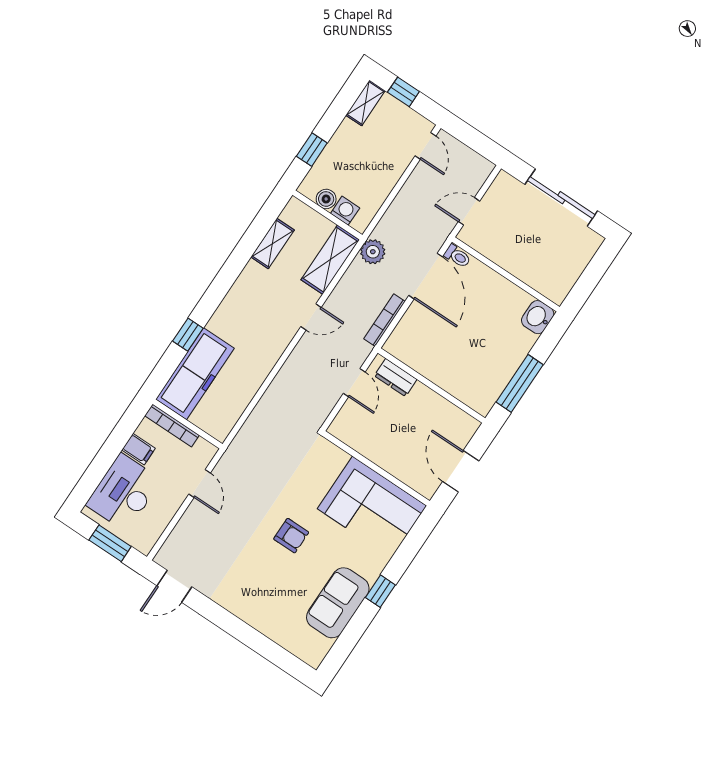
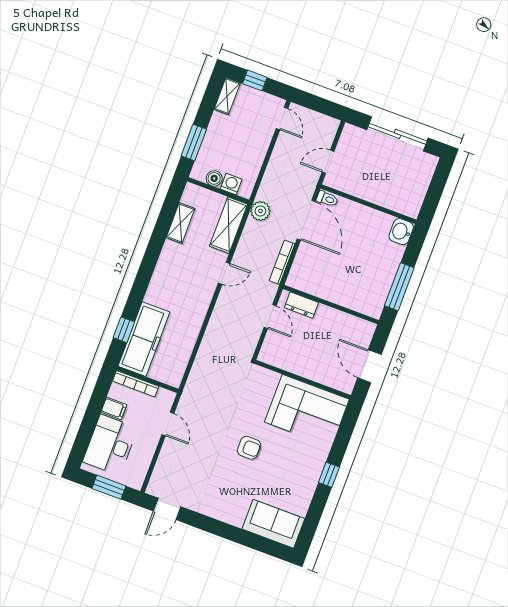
window: (312, 150) -> (194, 143), width x1.50
window: (188, 335) -> (124, 330), moved
sofa: (338, 603) -> (273, 524), moved, turned 90

